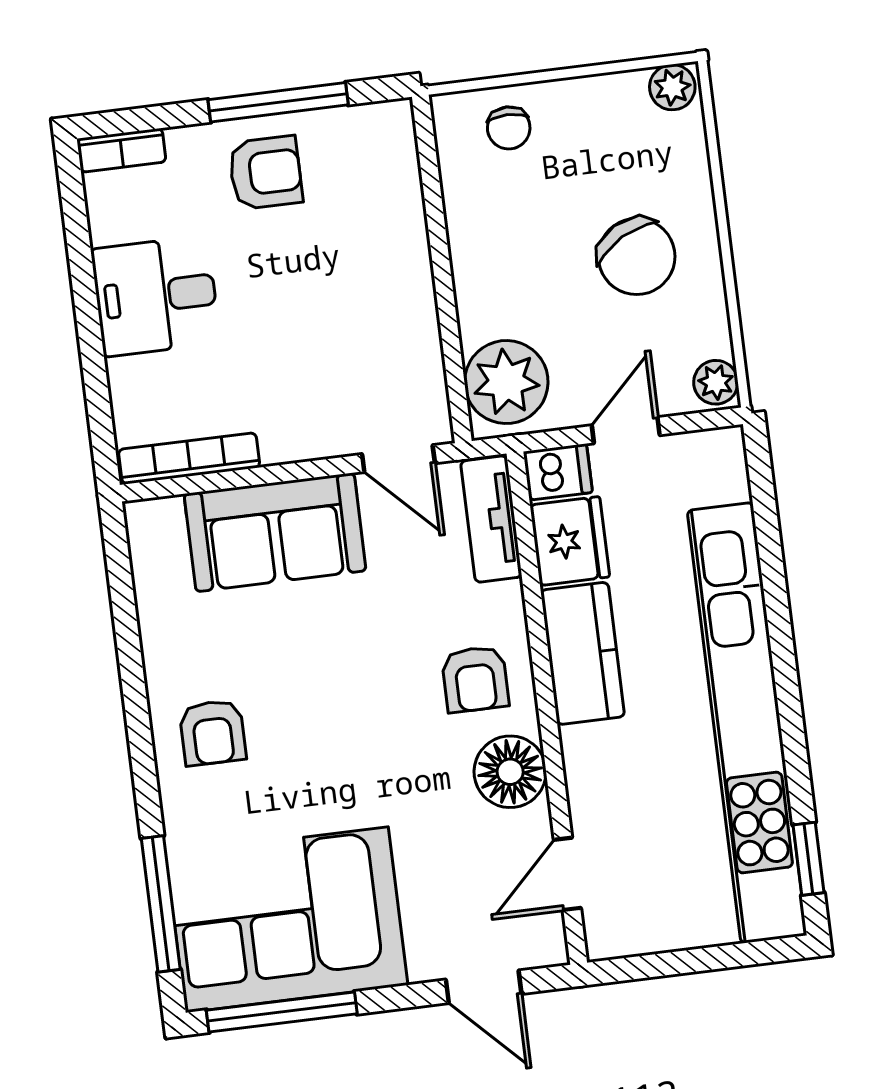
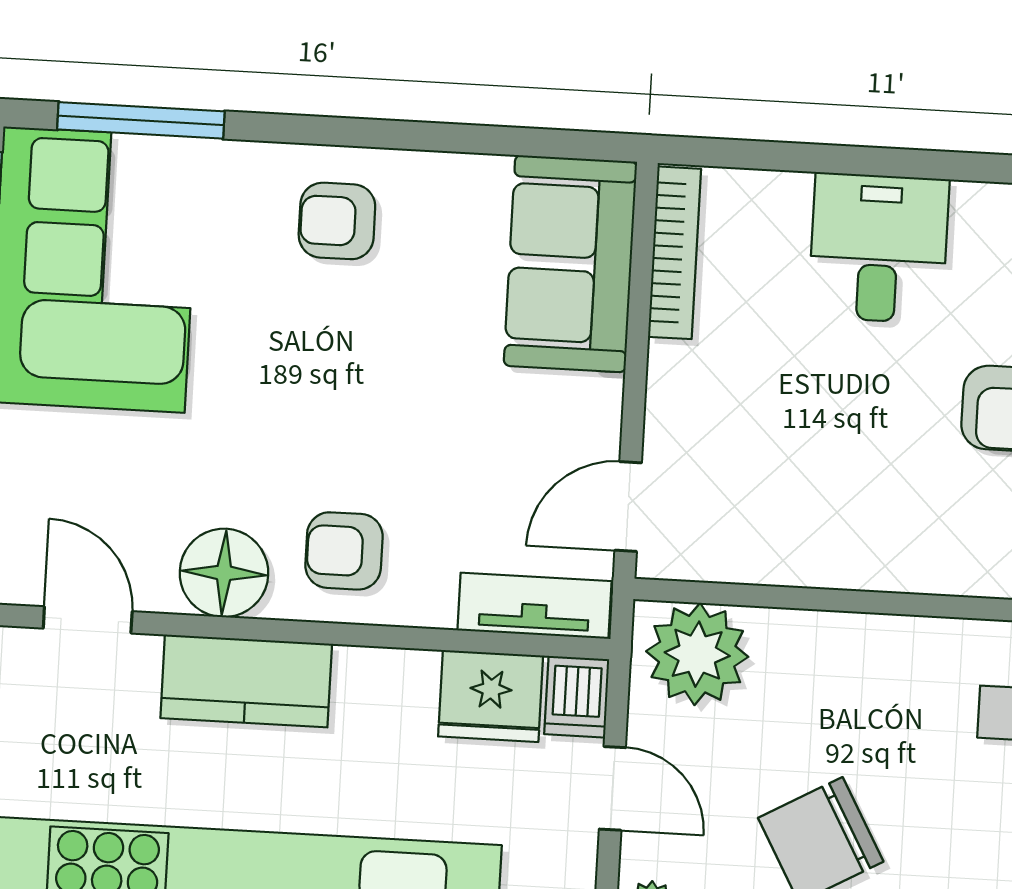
sofa: (275, 532) -> (570, 264), moved
kitchen counter: (583, 653) -> (246, 681), moved

